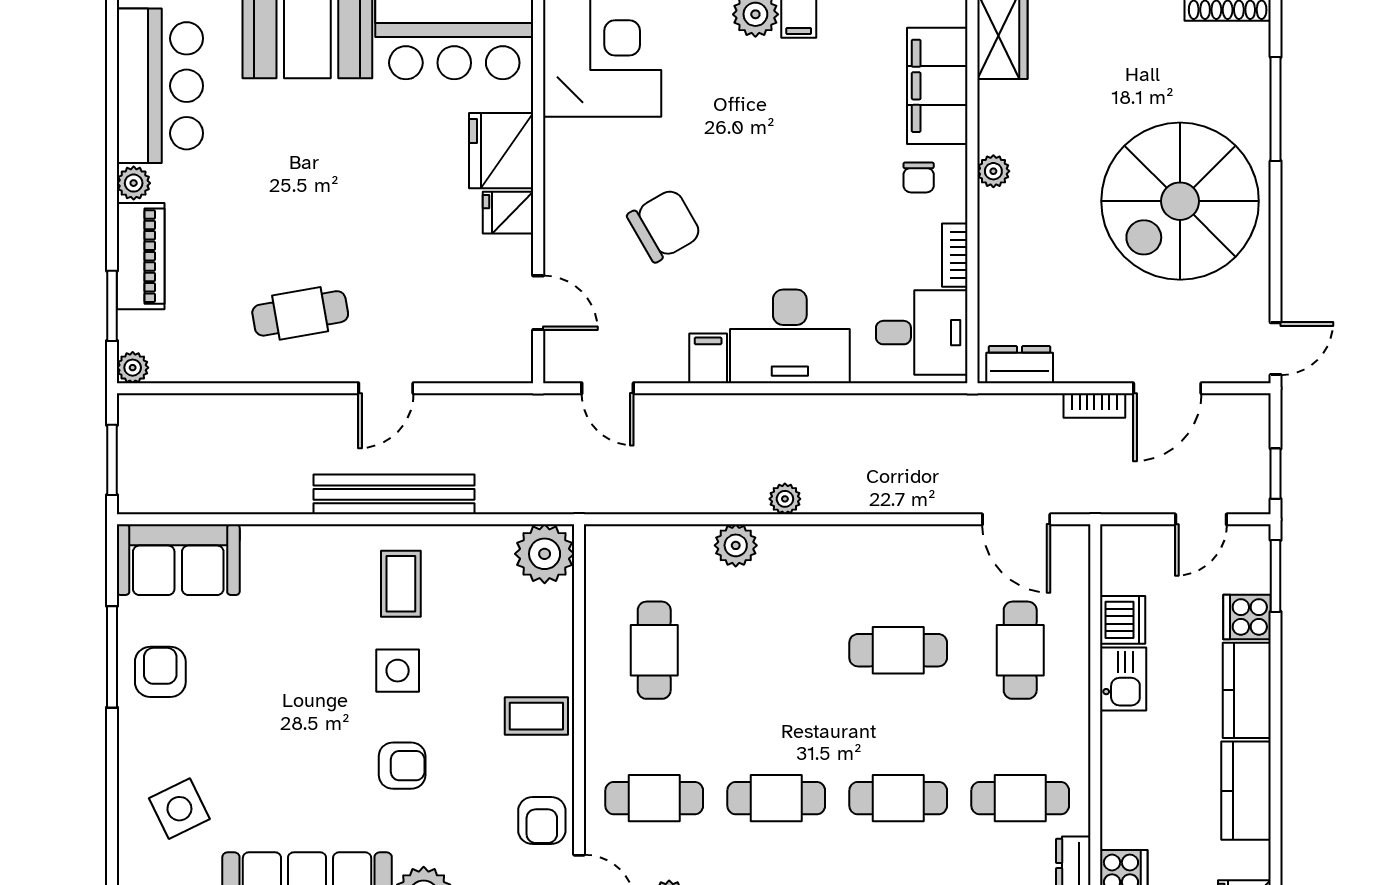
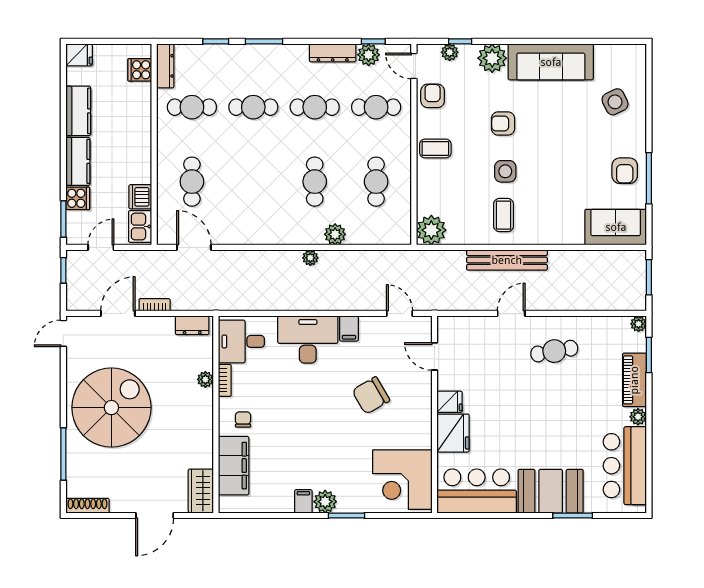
plant: (993, 171) -> (205, 379), moved
cafe table: (898, 650) -> (315, 182), moved, turned 90
kitchen sink: (1123, 679) -> (140, 227), moved

